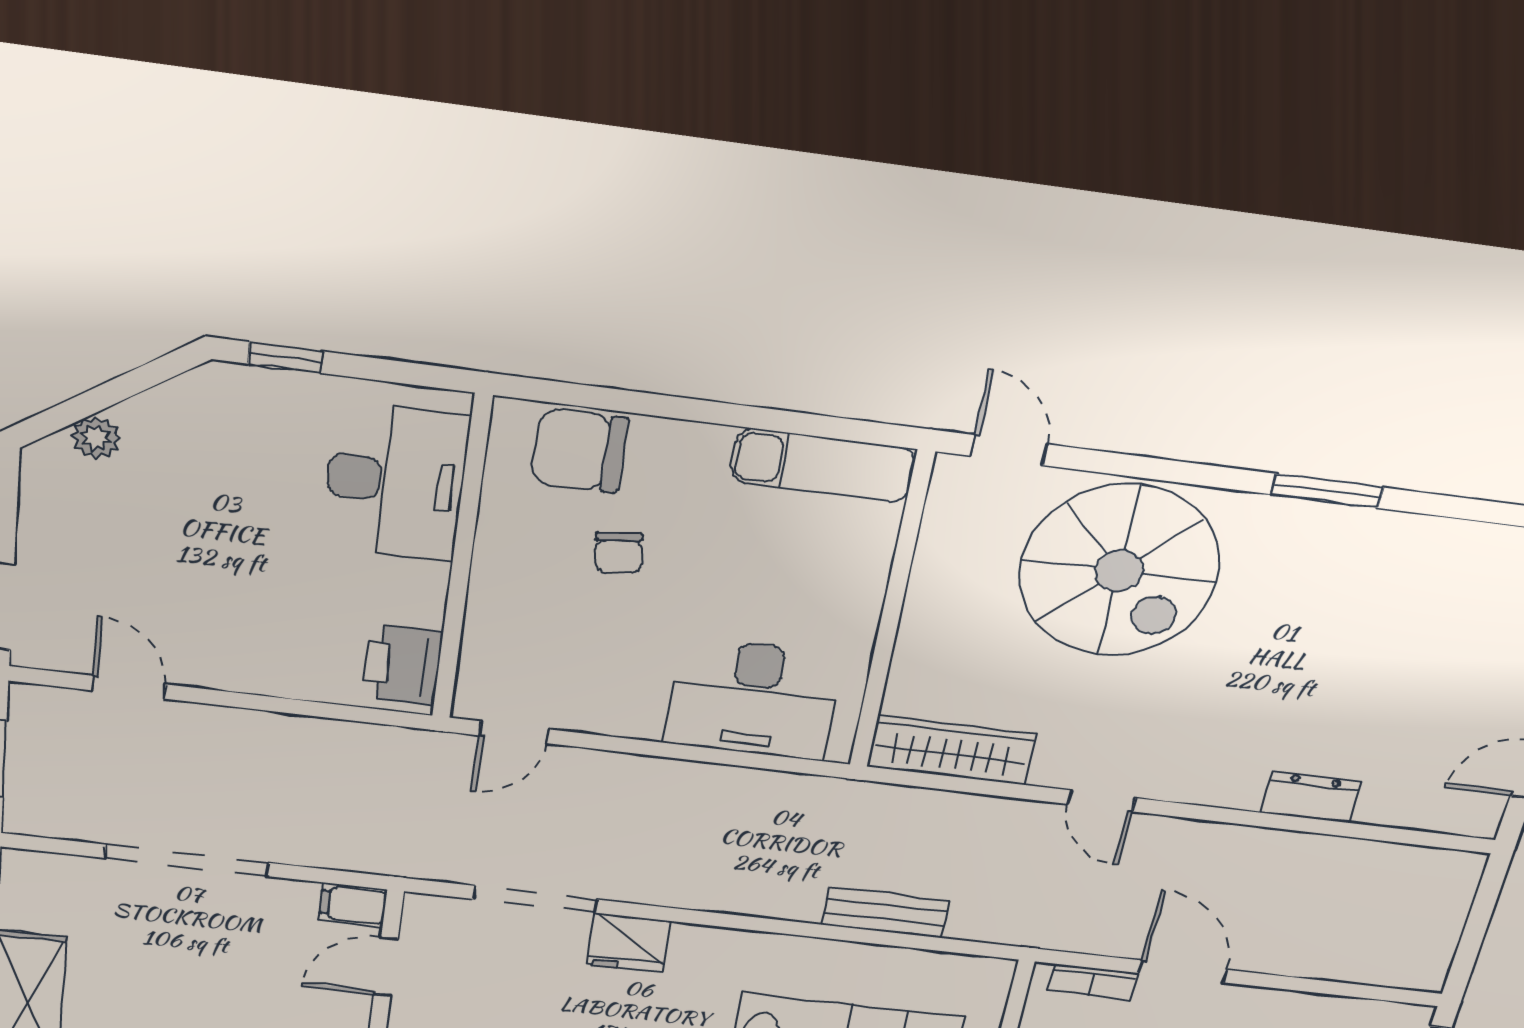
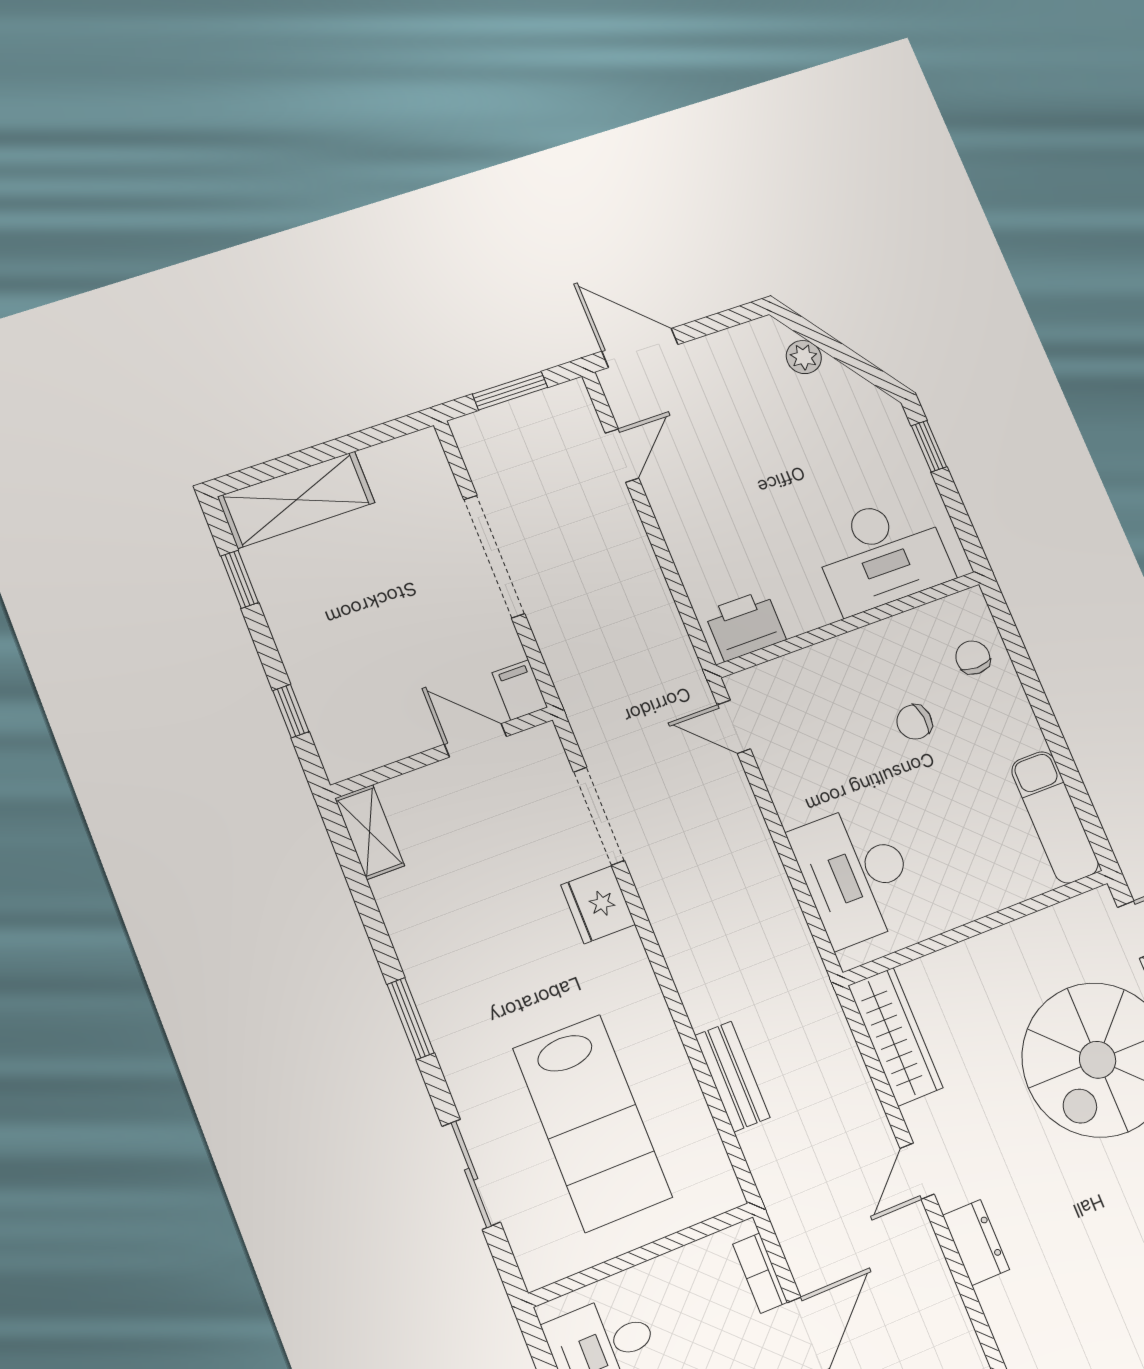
chair: (580, 451) -> (973, 658), width x0.54, depth x0.54
dresser: (1311, 797) -> (976, 1242), moved

